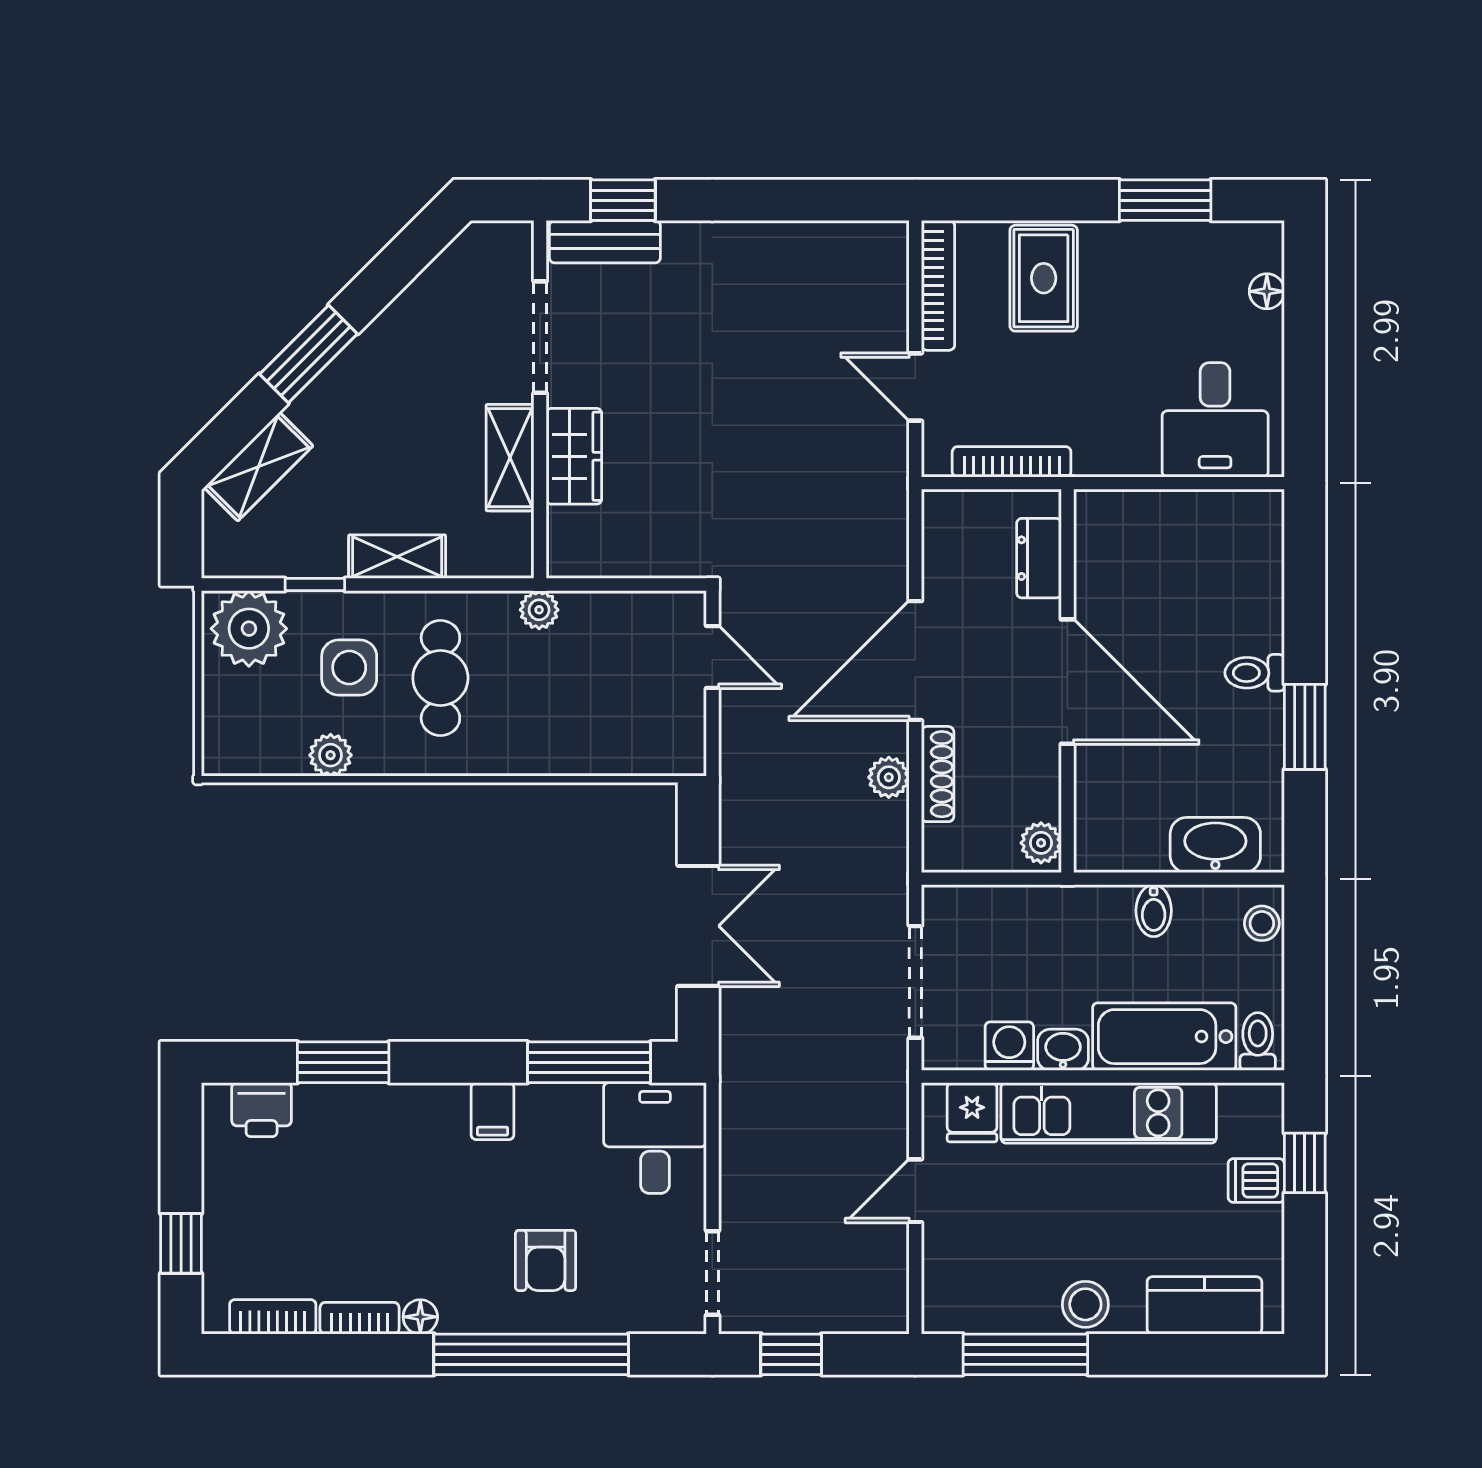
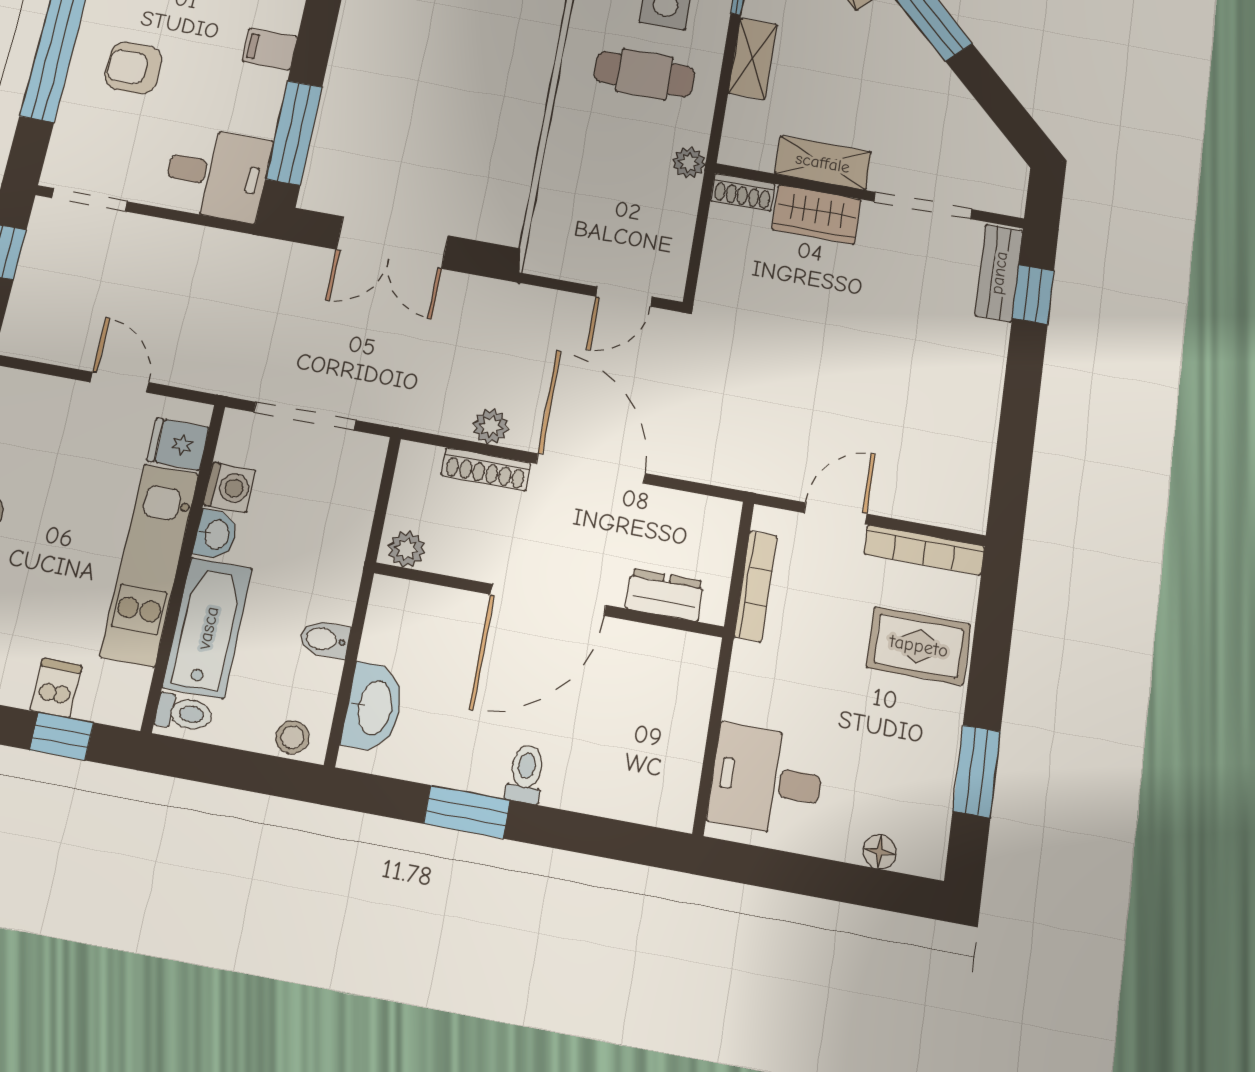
shoe rack: (563, 543) -> (743, 192), added

